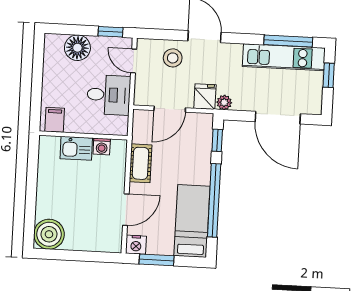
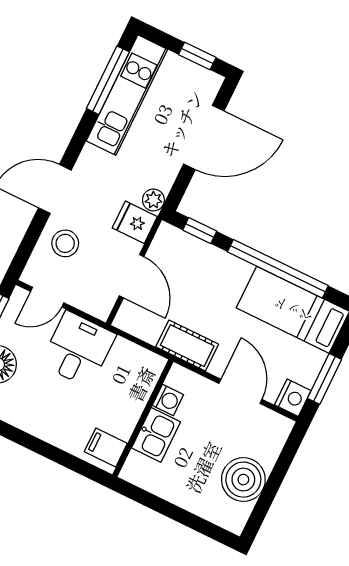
window: (329, 75) -> (197, 56), moved
filing cabinet: (55, 120) -> (106, 447), moved
wall: (83, 135) -> (143, 418), moved
washing machine: (102, 147) -> (168, 400), moved
kitchen sink: (76, 148) -> (156, 435), moved
boiler: (49, 234) -> (243, 480), moved

